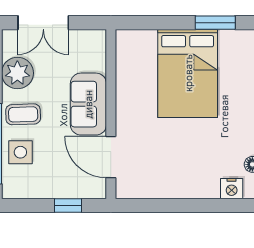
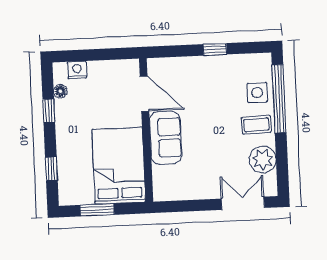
sofa: (88, 104) -> (166, 138), moved
wall: (111, 114) -> (146, 130), moved
door: (111, 157) -> (144, 94), moved

